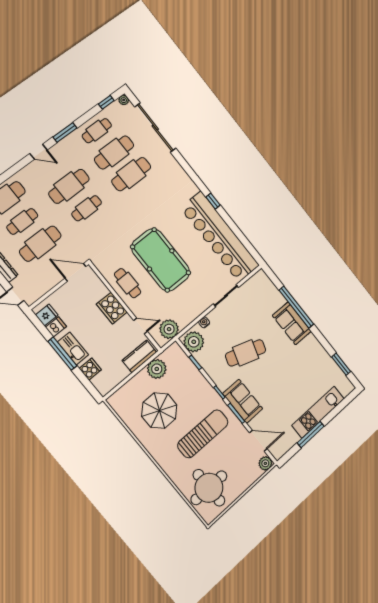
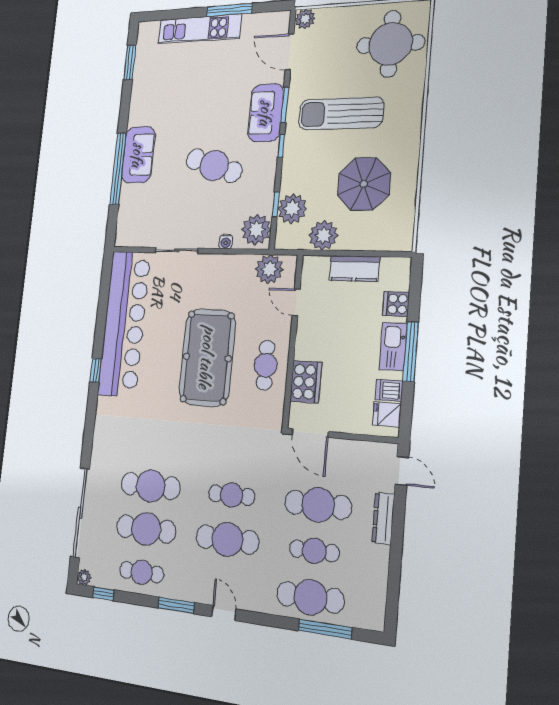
cooker: (112, 308) -> (306, 382), moved
kitchen counter: (139, 356) -> (355, 268), moved
plant: (185, 368) -> (292, 209), added

